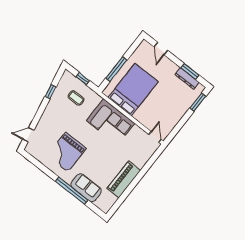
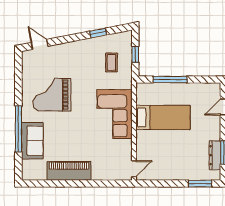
bed: (133, 90) -> (163, 117), width x0.67

